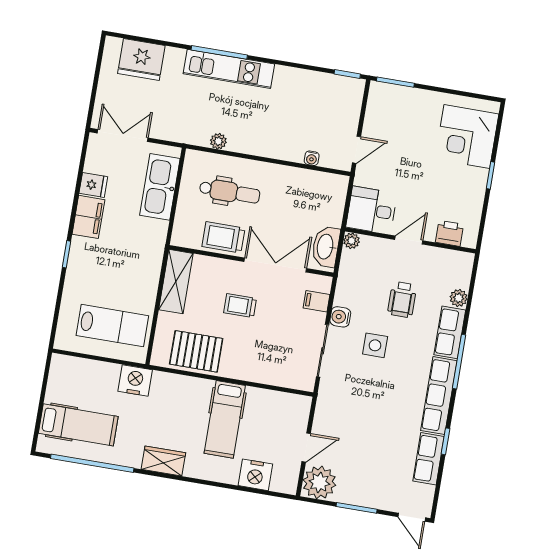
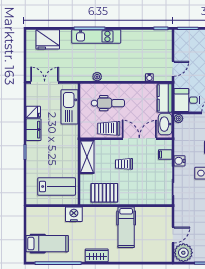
kitchen counter: (333, 200) -> (165, 98), added
nightstand: (255, 475) -> (148, 254), removed

